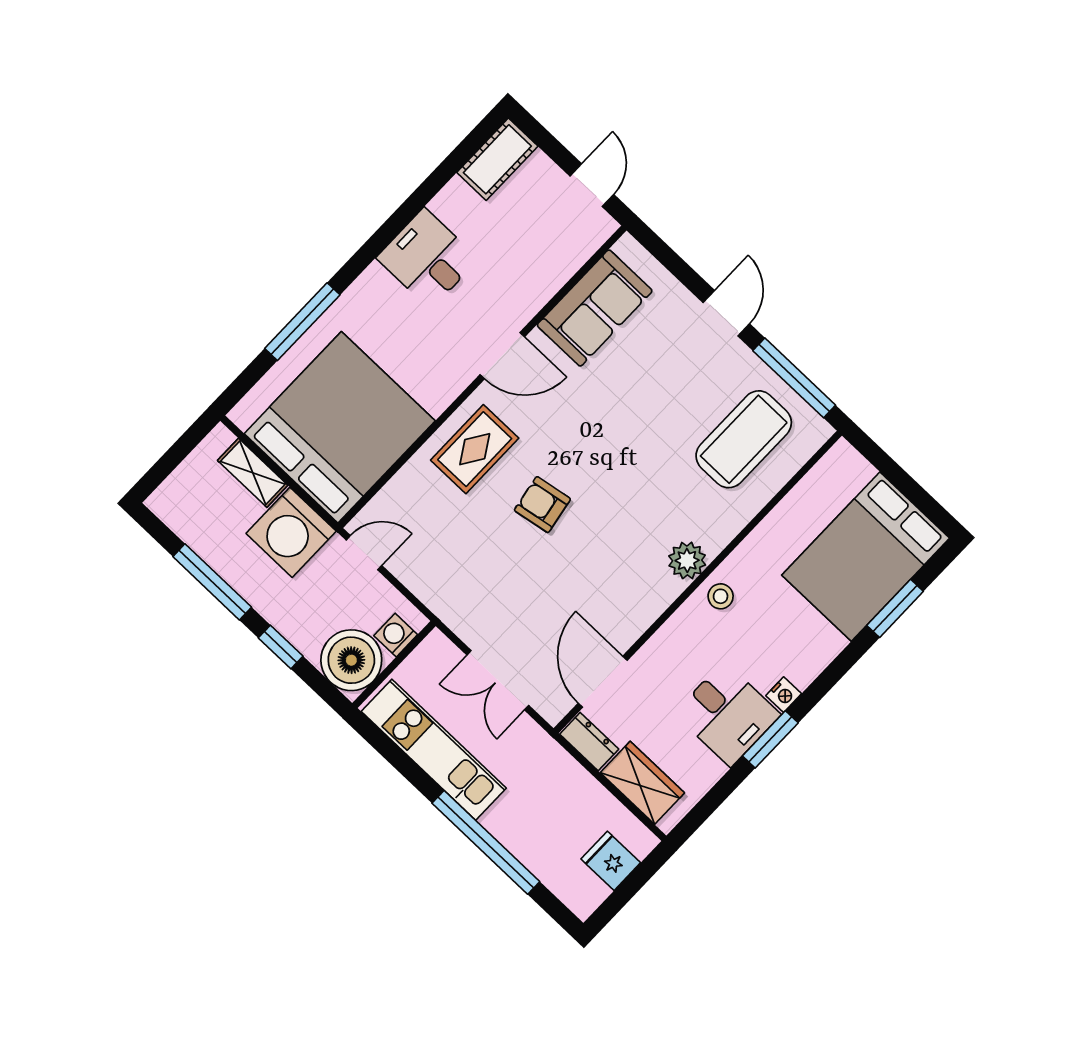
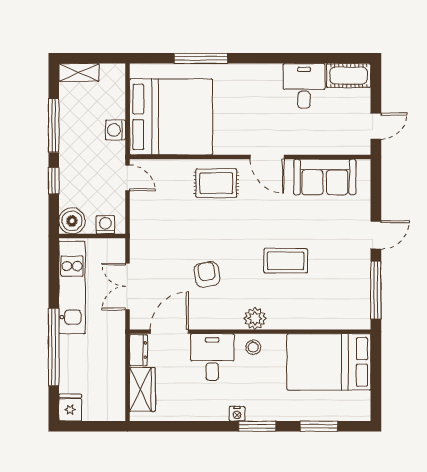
desk: (427, 258) -> (304, 86), moved
coffee table: (744, 439) -> (286, 261), moved, width x0.73, depth x0.76
shelving: (253, 473) -> (79, 73), moved, turned 90
armchair: (542, 505) -> (207, 274), moved
washing machine: (291, 532) -> (115, 130), width x0.53, depth x0.53
bed: (866, 557) -> (329, 362), moved
boiler: (351, 660) -> (72, 221), width x0.73, depth x0.73
desk: (727, 714) -> (212, 357), moved, turned 180
window: (770, 739) -> (257, 426), moved
fridge: (611, 861) -> (70, 408), moved

